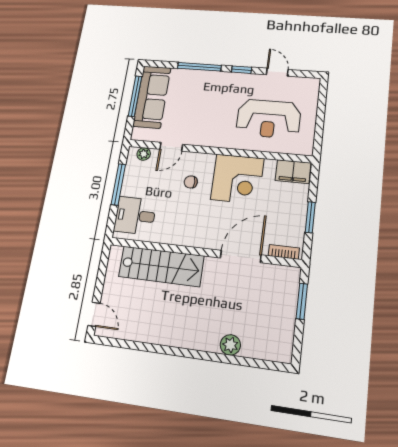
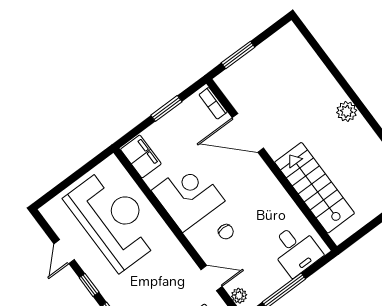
reception desk: (268, 119) -> (113, 219), width x1.36, depth x1.30
plant: (230, 345) -> (347, 111), moved

